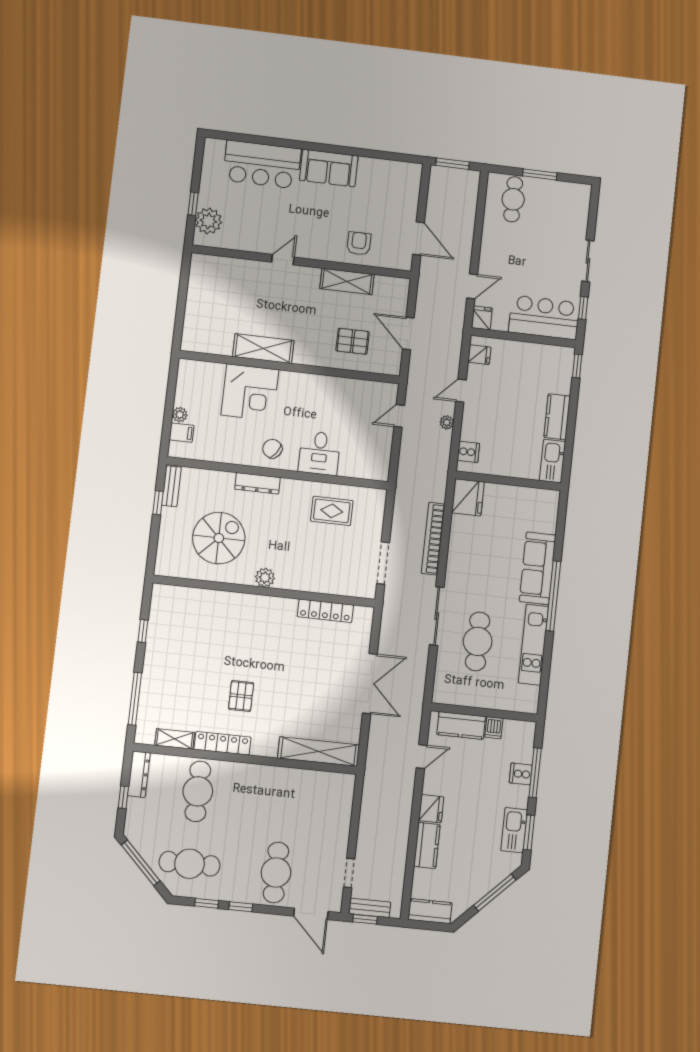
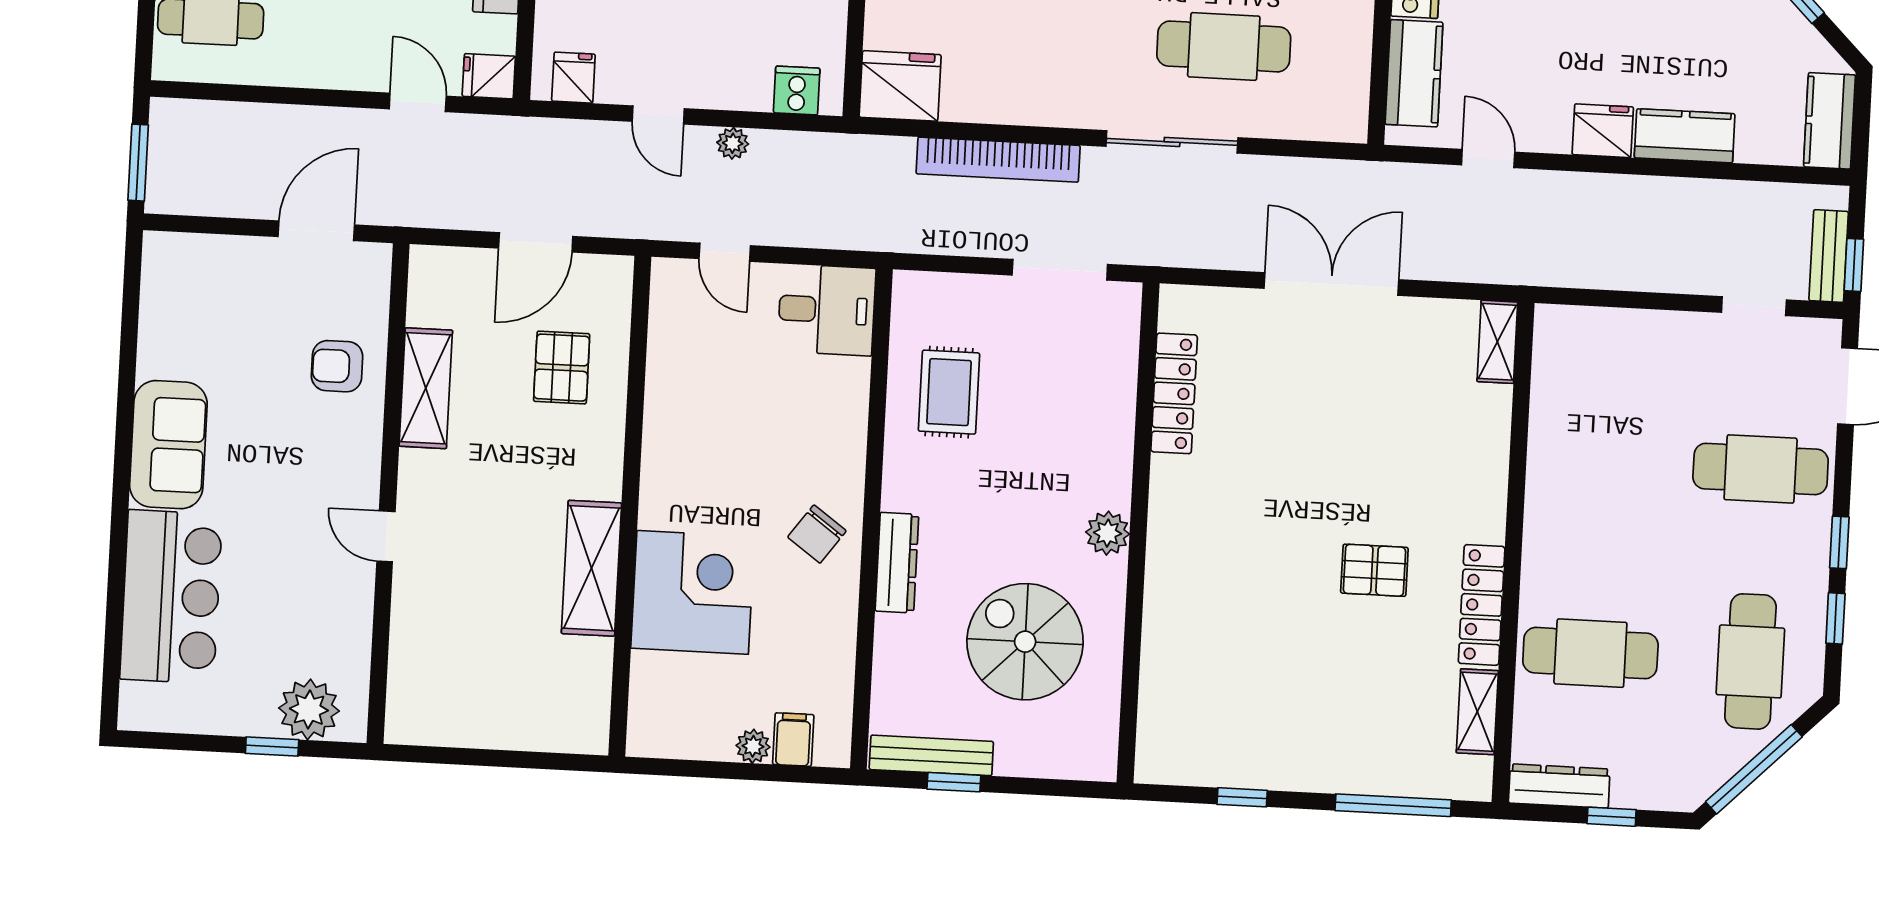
desk: (319, 453) -> (827, 310), moved
bench: (171, 486) -> (931, 755), width x1.36
shelving: (319, 752) -> (1497, 342), width x0.45, depth x0.75

